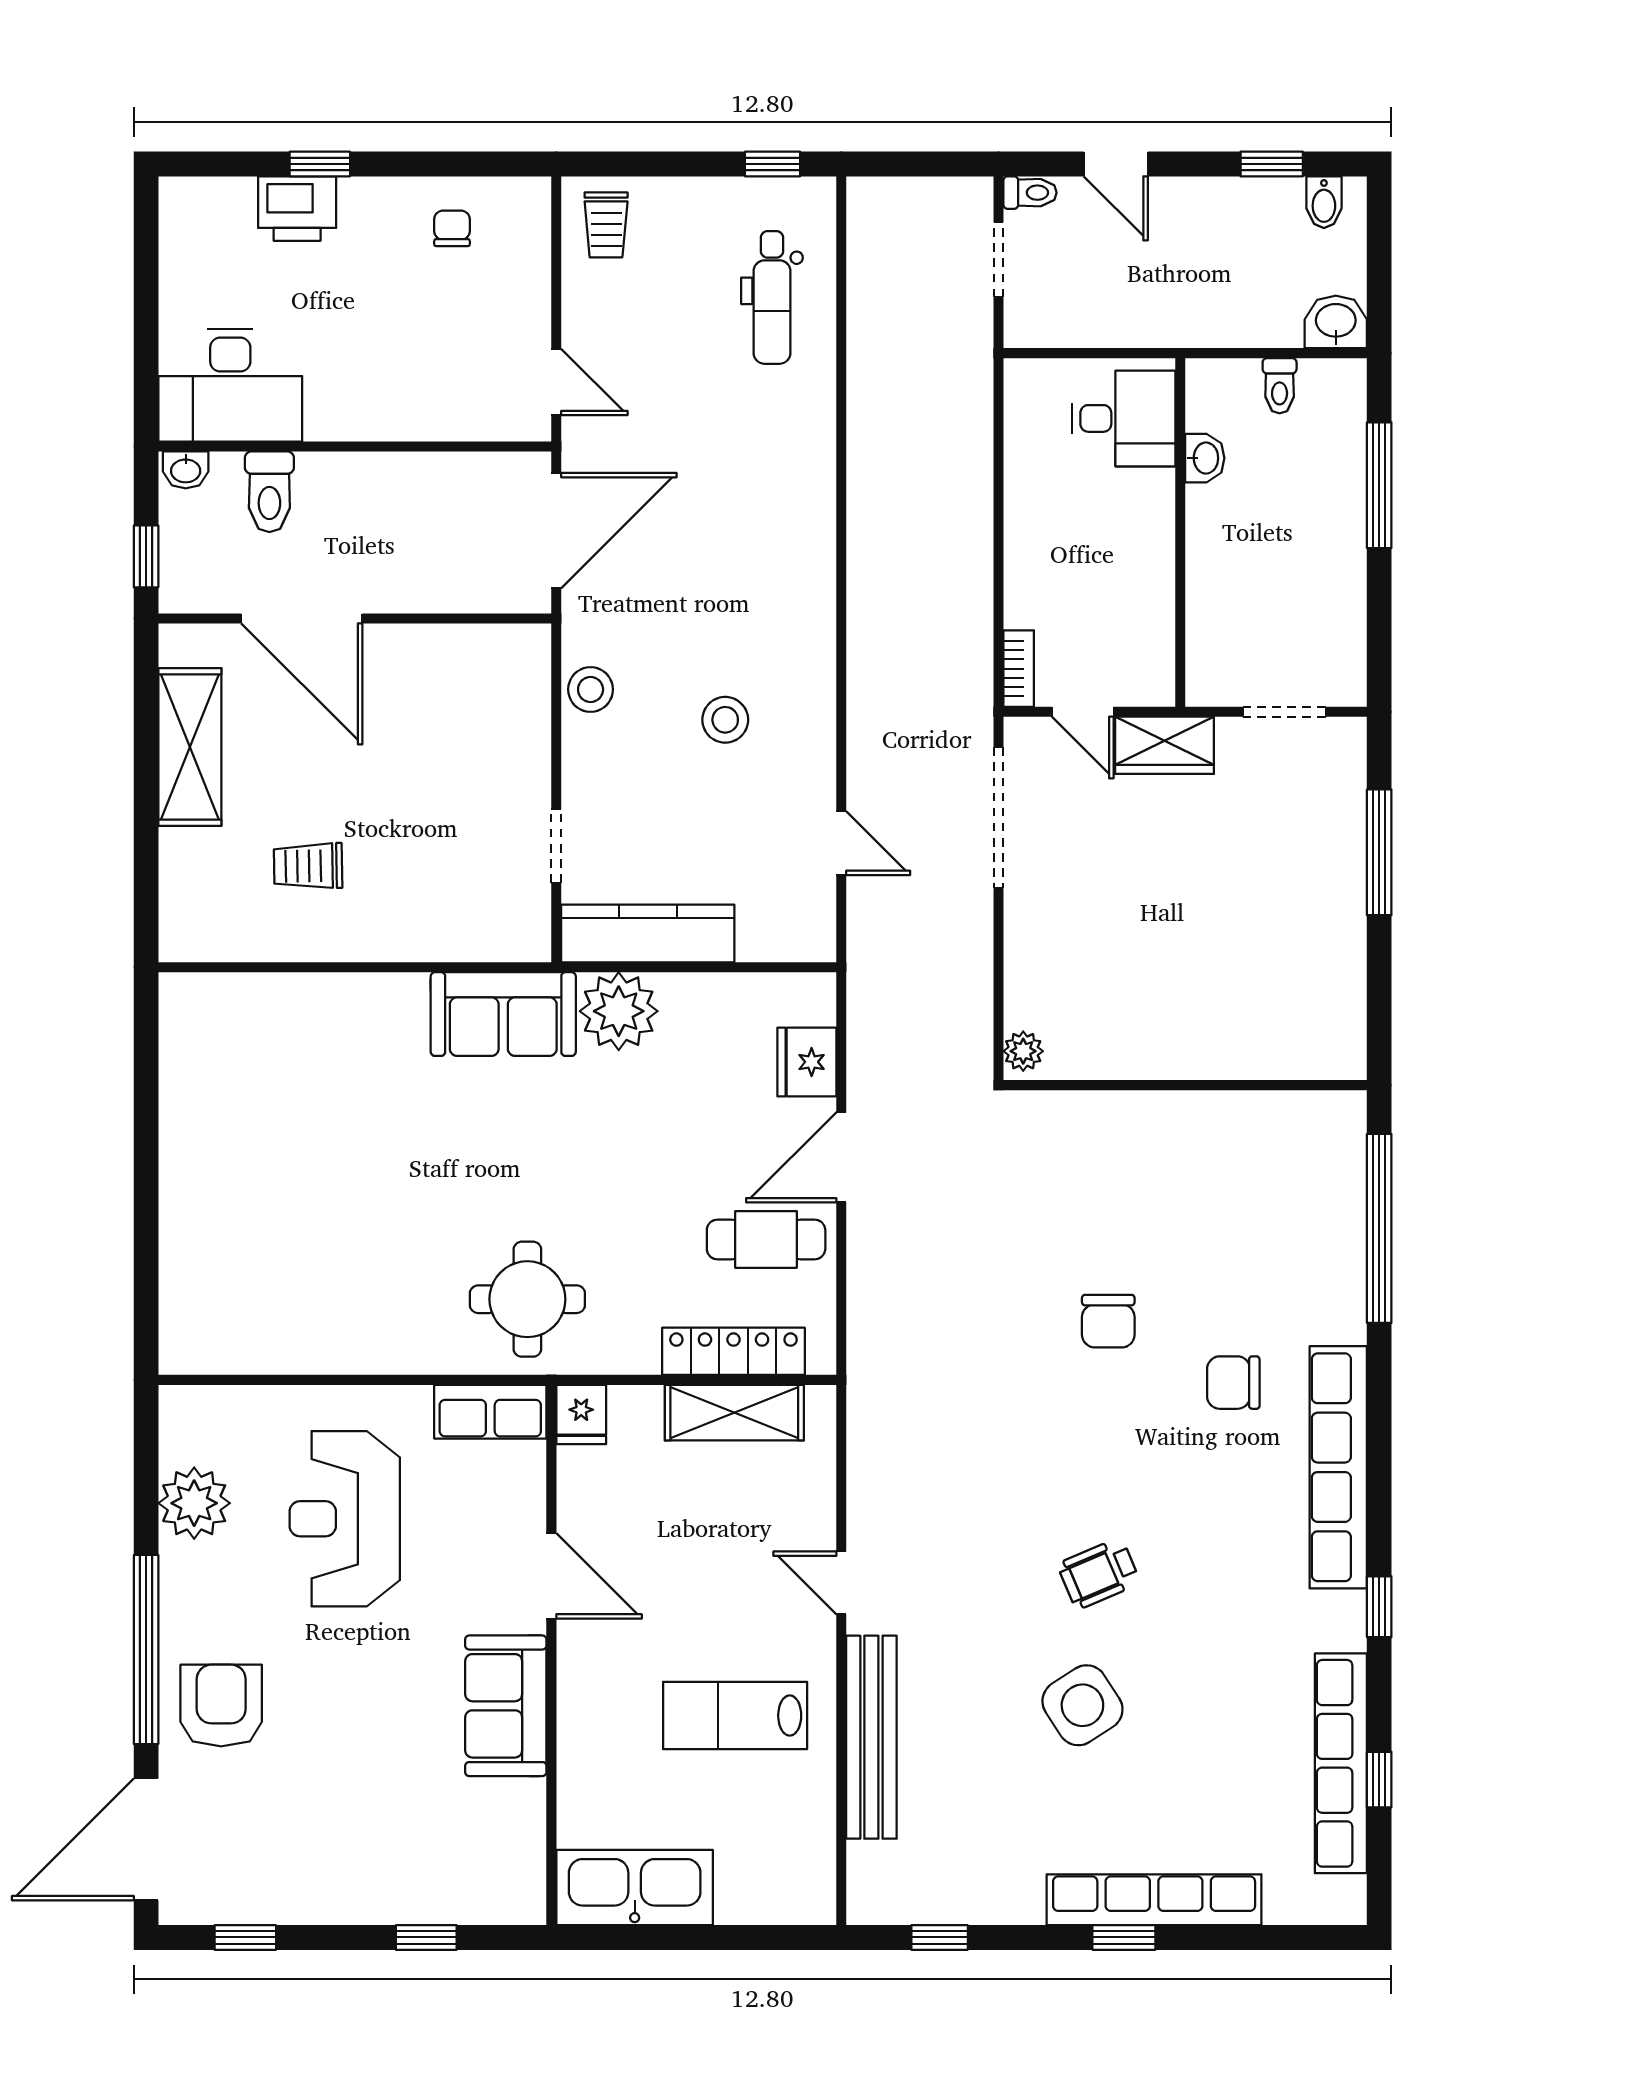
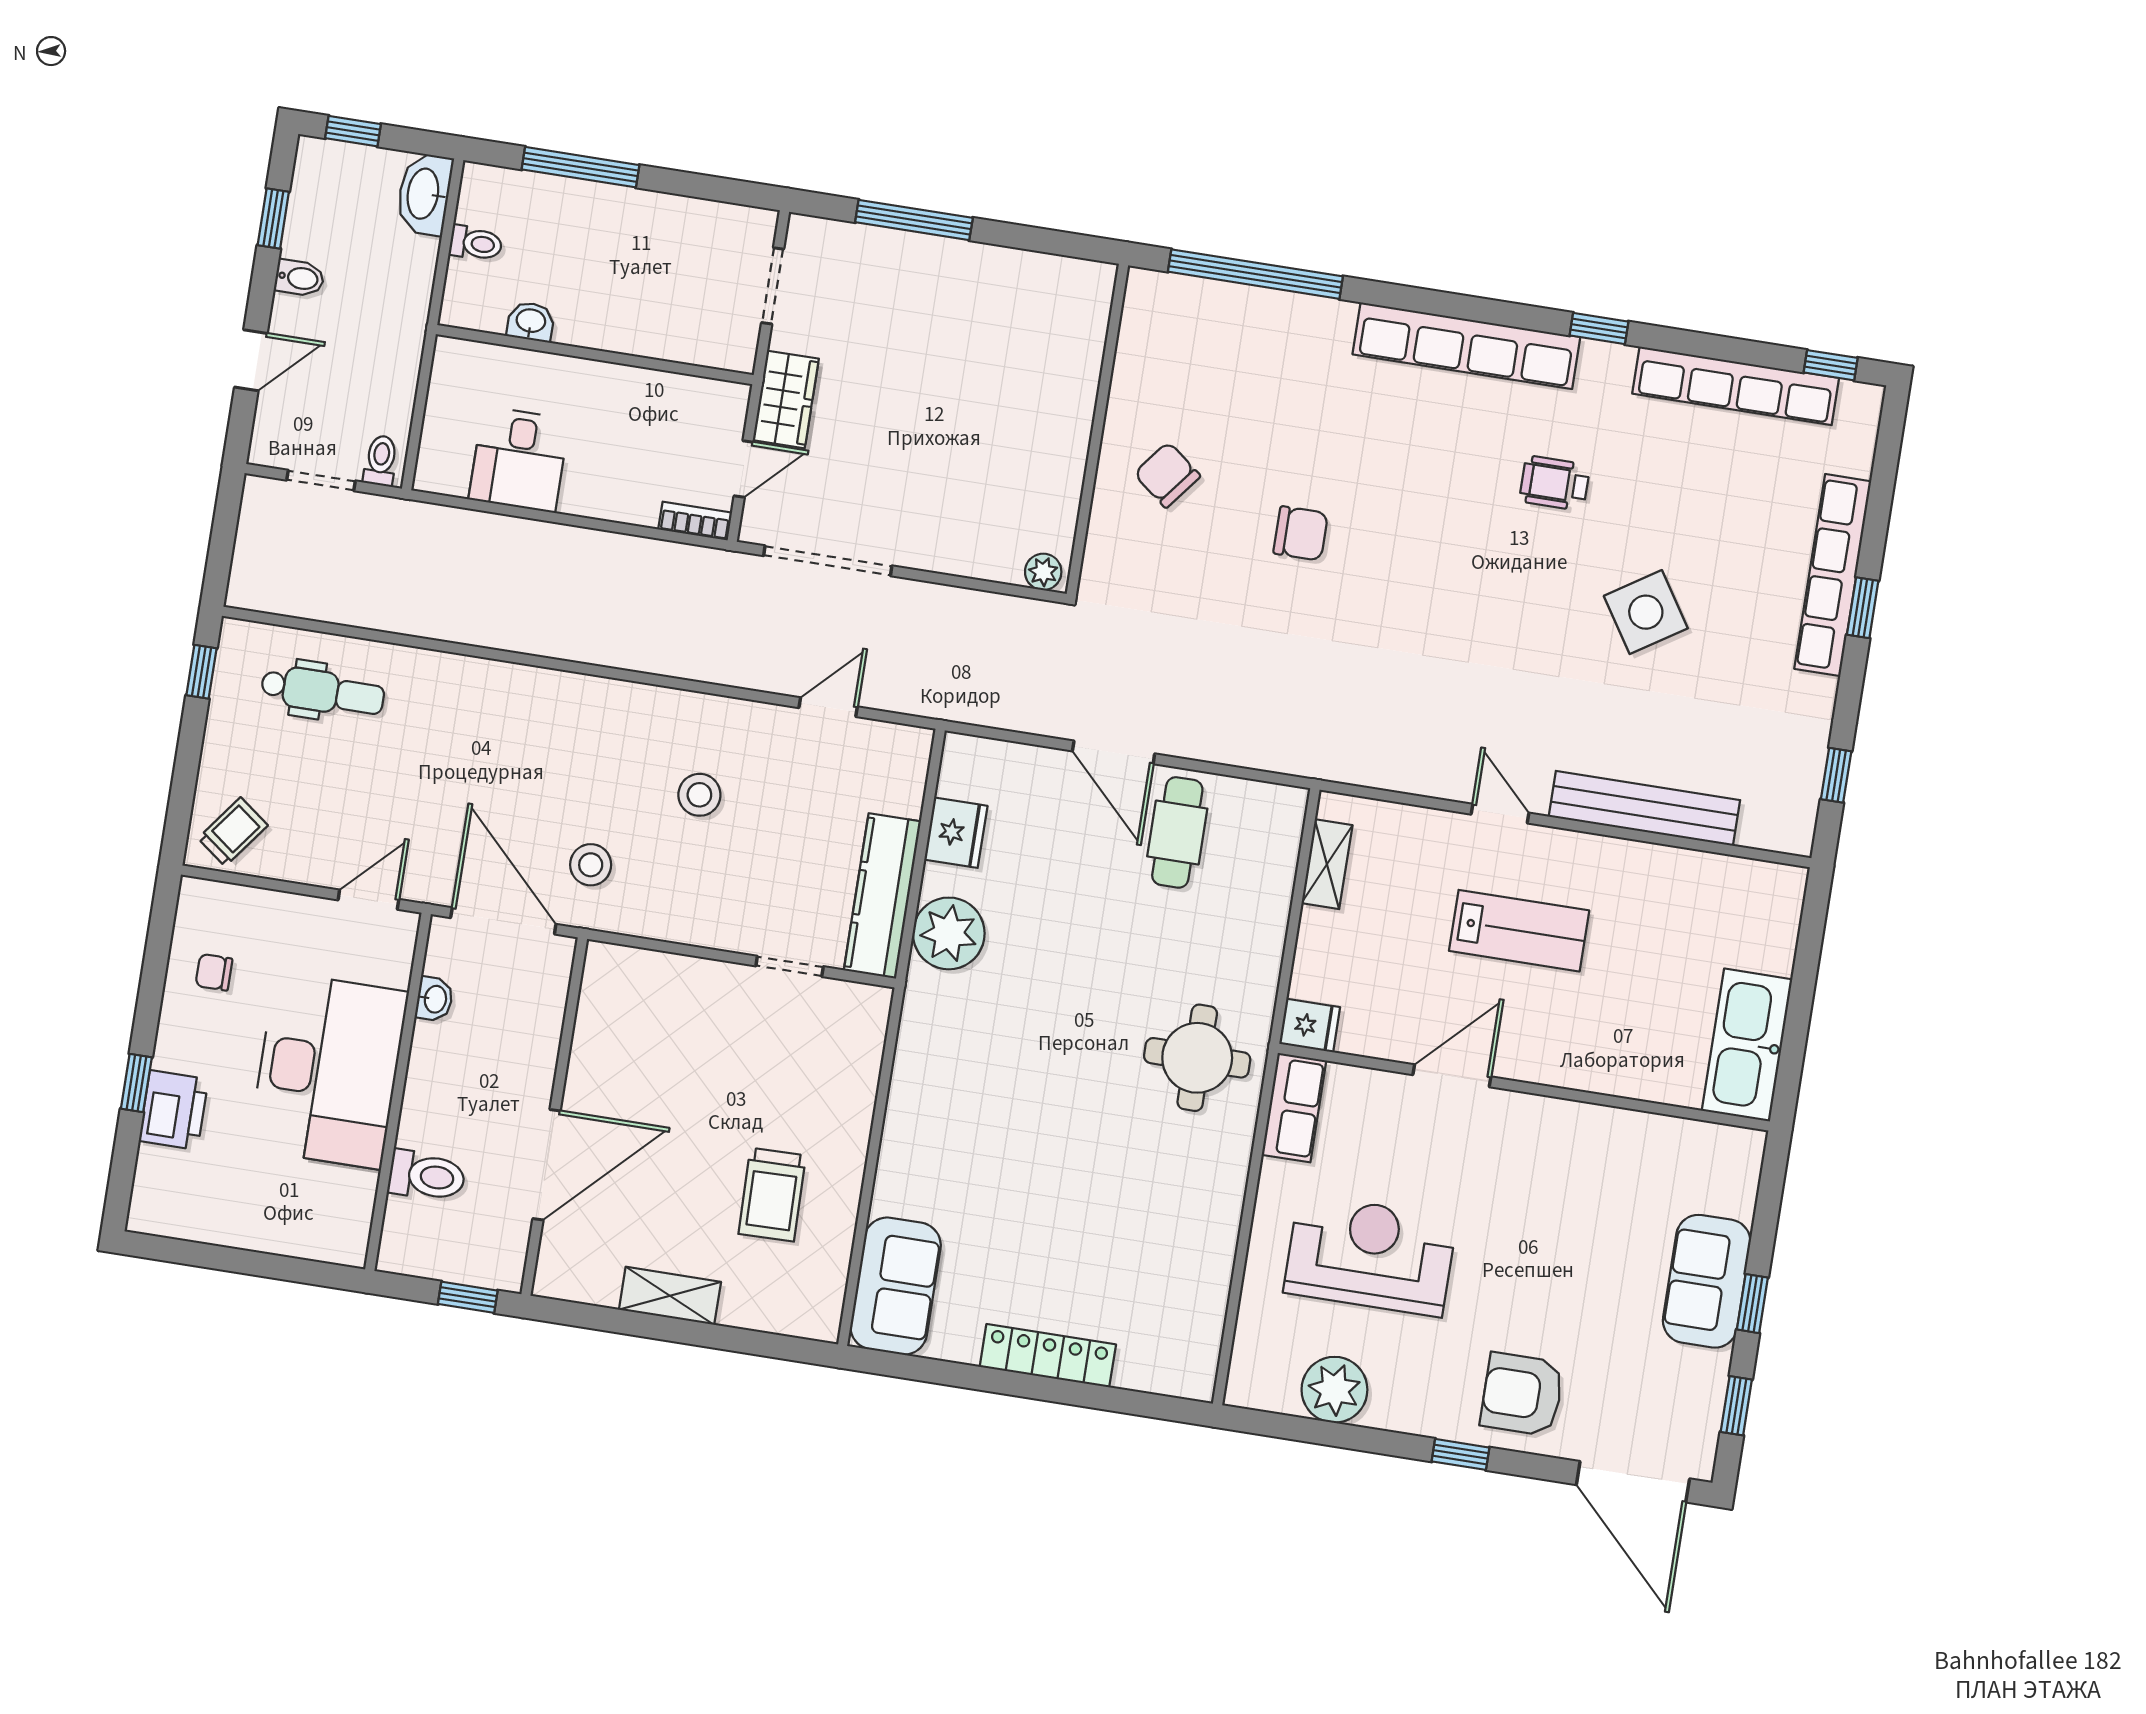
toilet: (1030, 193) -> (381, 461), moved
bidet: (1324, 202) -> (299, 278), moved
trolley: (606, 225) -> (233, 832), turned -53
window: (1379, 235) -> (353, 131), added
washbasin: (1336, 322) -> (424, 194), width x1.38
desk: (230, 385) -> (328, 1070), moved, width x1.36, depth x1.30
desk: (1124, 418) -> (519, 459), moved, turned 180
washbasin: (186, 470) -> (434, 999), moved
stool: (591, 689) -> (591, 865), moved
shelving: (190, 747) -> (670, 1296), width x0.67, depth x0.75
trolley: (308, 866) -> (772, 1195), width x1.36, depth x1.39
sofa: (503, 1014) -> (896, 1286), moved
fridge: (807, 1062) -> (956, 833), moved, turned -90
locker: (733, 1351) -> (1048, 1356), moved, turned 90
chair: (1233, 1383) -> (1167, 475), moved, turned 128
shelving: (734, 1413) -> (1327, 864), width x0.67, depth x0.75
reception desk: (345, 1519) -> (1370, 1255), turned 180
wheelchair: (1099, 1574) -> (1555, 483), moved, turned 113
door: (841, 1583) -> (1500, 814), swing flipped
window: (146, 1649) -> (1460, 1454), width x0.32
sofa: (506, 1706) -> (1707, 1281), moved, turned 90
lab bench: (735, 1716) -> (1519, 931), moved, turned -90
window: (1379, 1780) -> (1831, 365), moved
window: (426, 1937) -> (1752, 1304), moved

